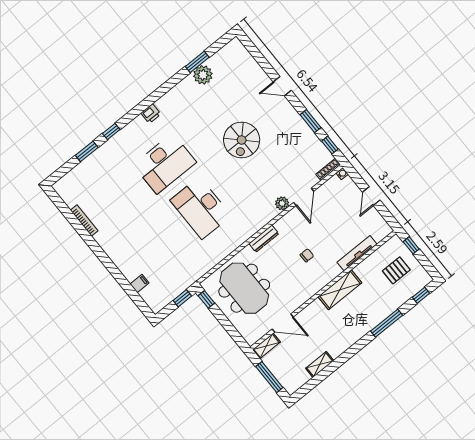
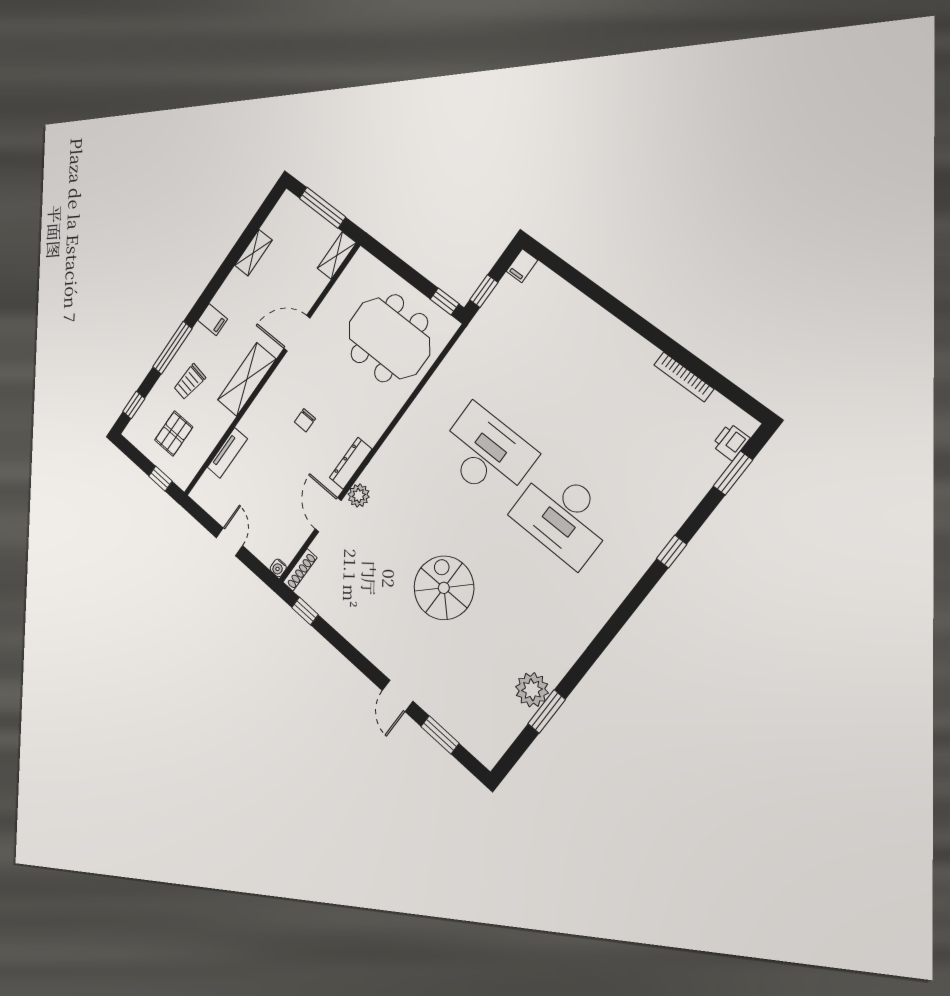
door: (282, 86) -> (397, 696), swing flipped
printer: (151, 114) -> (731, 442), moved
window: (311, 121) -> (440, 735), moved
window: (87, 151) -> (733, 473), moved
desk: (165, 164) -> (563, 516), turned -90
dresser: (264, 239) -> (351, 463), moved
tv unit: (357, 253) -> (227, 453), width x0.71
filing cabinet: (140, 284) -> (522, 266), moved
trolley: (379, 299) -> (190, 382), added
door: (283, 323) -> (297, 333), moved
filing cabinet: (355, 332) -> (213, 320), added

